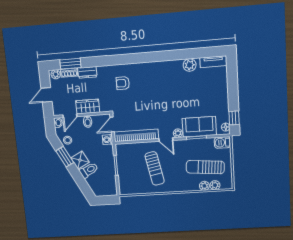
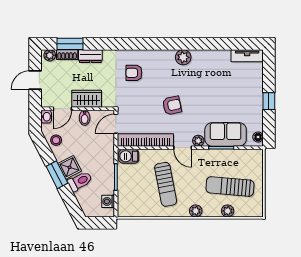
plant: (190, 65) -> (183, 57), moved
armchair: (155, 107) -> (172, 105), added
window: (234, 118) -> (269, 101), moved
washing machine: (108, 140) -> (108, 201), moved
barbecue: (222, 143) -> (129, 156), moved
window: (65, 157) -> (57, 175), moved
plant: (215, 185) -> (196, 211), moved

